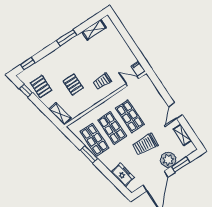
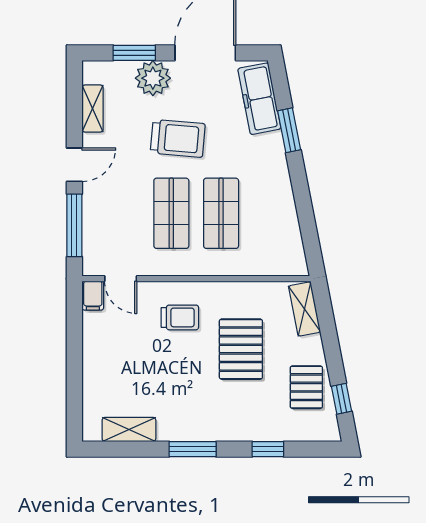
window: (28, 64) -> (268, 449), moved
pallet: (73, 85) -> (241, 349), width x1.50, depth x1.42
window: (161, 89) -> (74, 225), added
shop shelf: (95, 140) -> (271, 213), removed
window: (89, 154) -> (289, 130), moved
freezer: (123, 175) -> (259, 99), width x1.40

